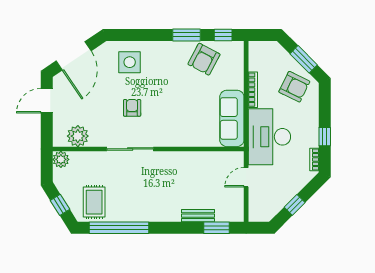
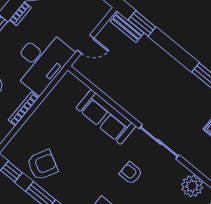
armchair: (132, 108) -> (131, 173), turned 90
sofa: (232, 118) -> (106, 117), moved, turned 90
bench: (198, 216) -> (127, 27), moved

